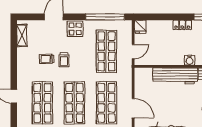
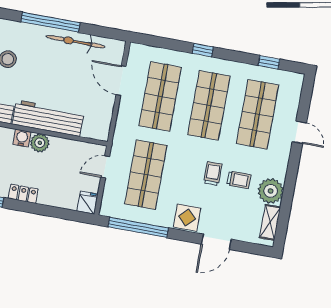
plant: (25, 56) -> (271, 191), added
plant: (178, 59) -> (40, 143), added

